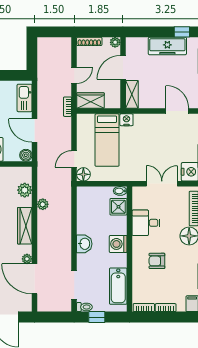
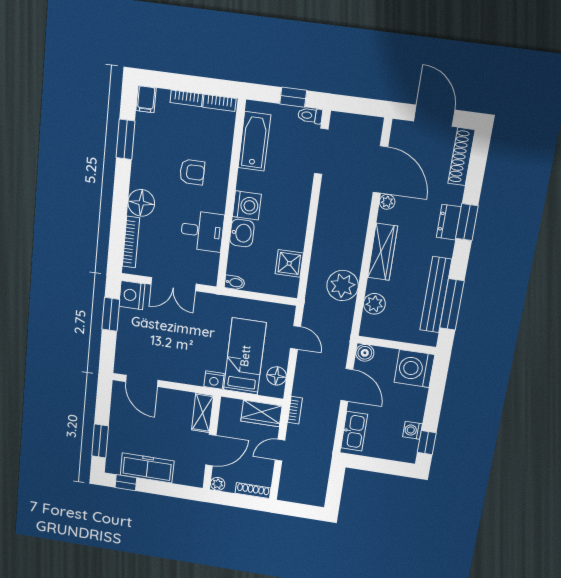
door: (74, 159) -> (296, 337), hinge flipped
floor lamp: (83, 174) -> (277, 376), moved
plant: (43, 204) -> (343, 286), width x1.87, depth x1.87
shower: (118, 207) -> (289, 263), moved
washbasin: (84, 244) -> (242, 233), moved, turned 180

